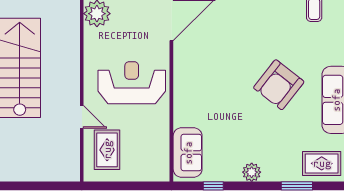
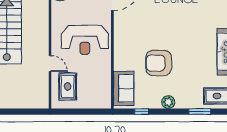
reception desk: (132, 83) -> (85, 40), turned 180
armchair: (279, 85) -> (159, 63), moved, turned 52

